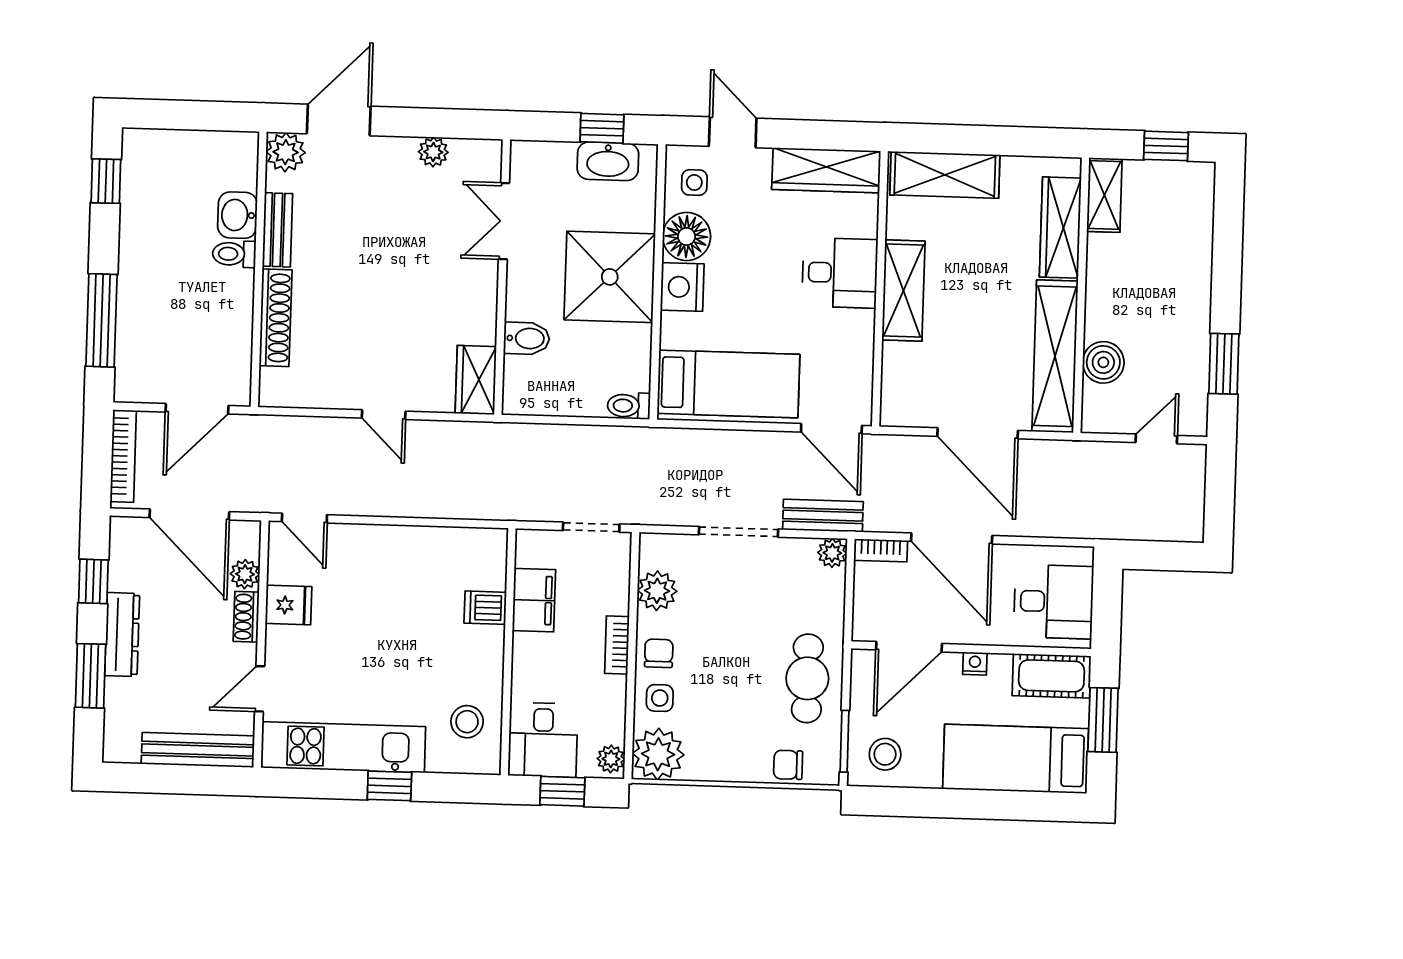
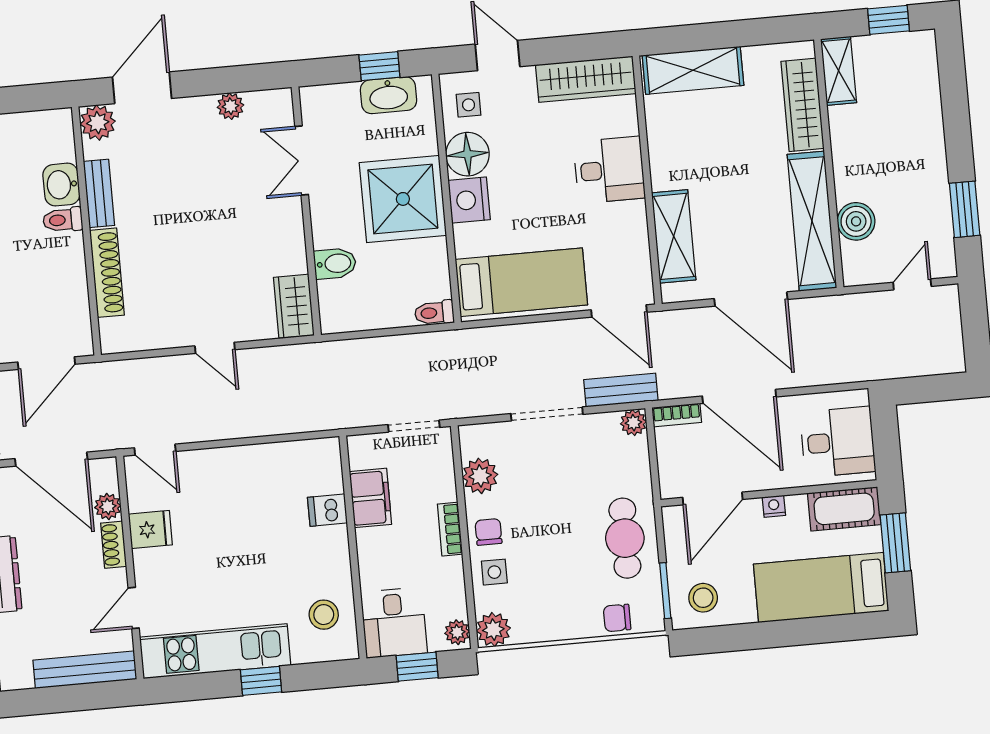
shelving: (903, 291) -> (674, 236), moved
plant: (658, 754) -> (493, 630), width x0.73, depth x0.73

